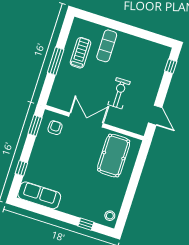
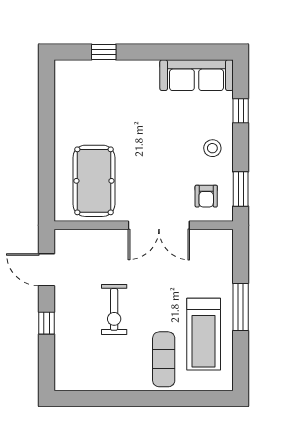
treadmill: (80, 53) -> (204, 334), width x1.37, depth x1.37
window: (171, 66) -> (47, 323), moved
exercise bike: (119, 93) -> (114, 309), moved
stool: (110, 216) -> (212, 148), moved

